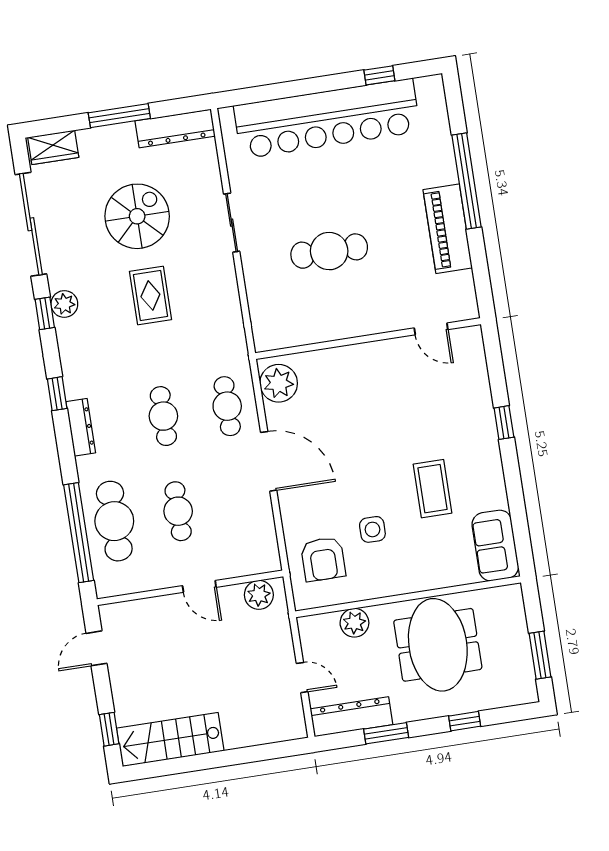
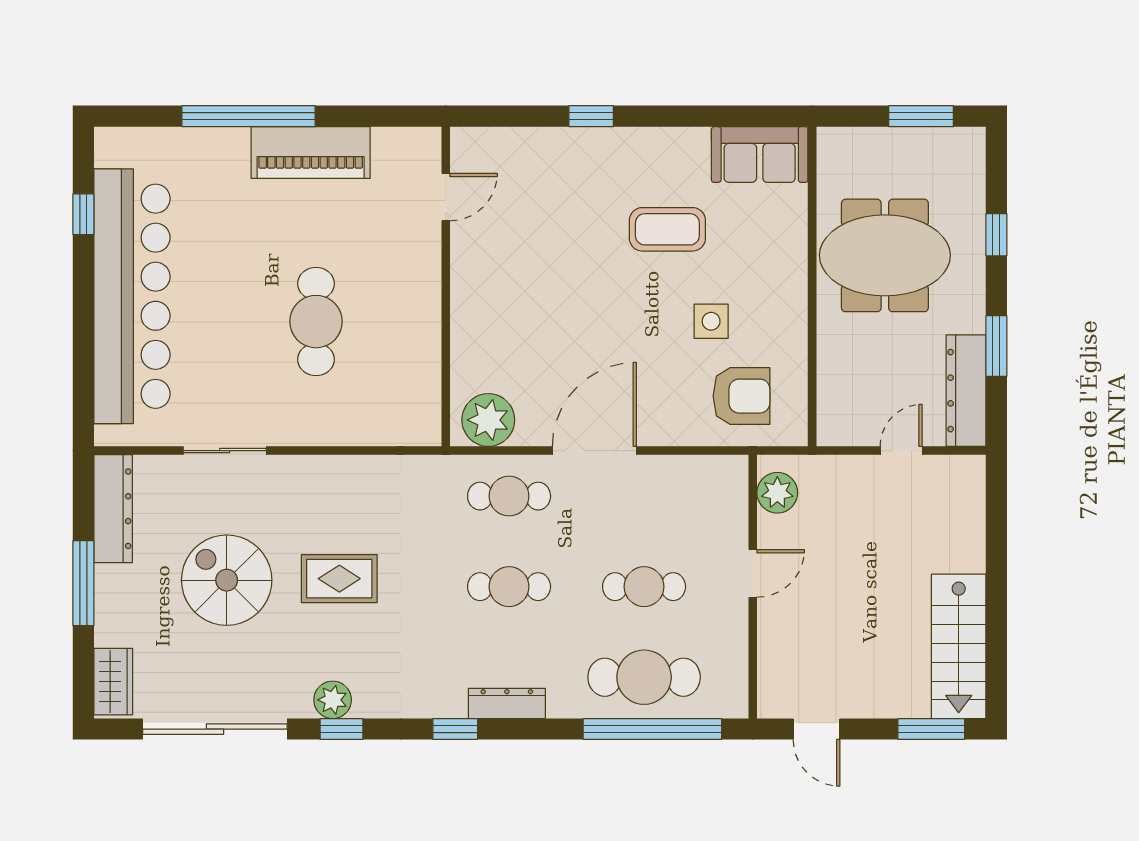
sliding door: (232, 223) -> (225, 451), moved
plant: (354, 623) -> (836, 366), removed
window: (109, 729) -> (931, 729), width x1.50

